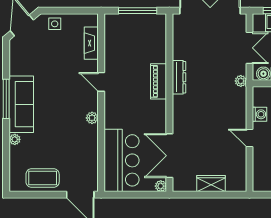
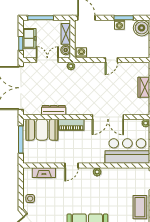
booth: (151, 40) -> (42, 130), added
dresser: (179, 77) -> (54, 110), moved
washing machine: (260, 114) -> (81, 53), moved
double door: (169, 156) -> (108, 117), moved

